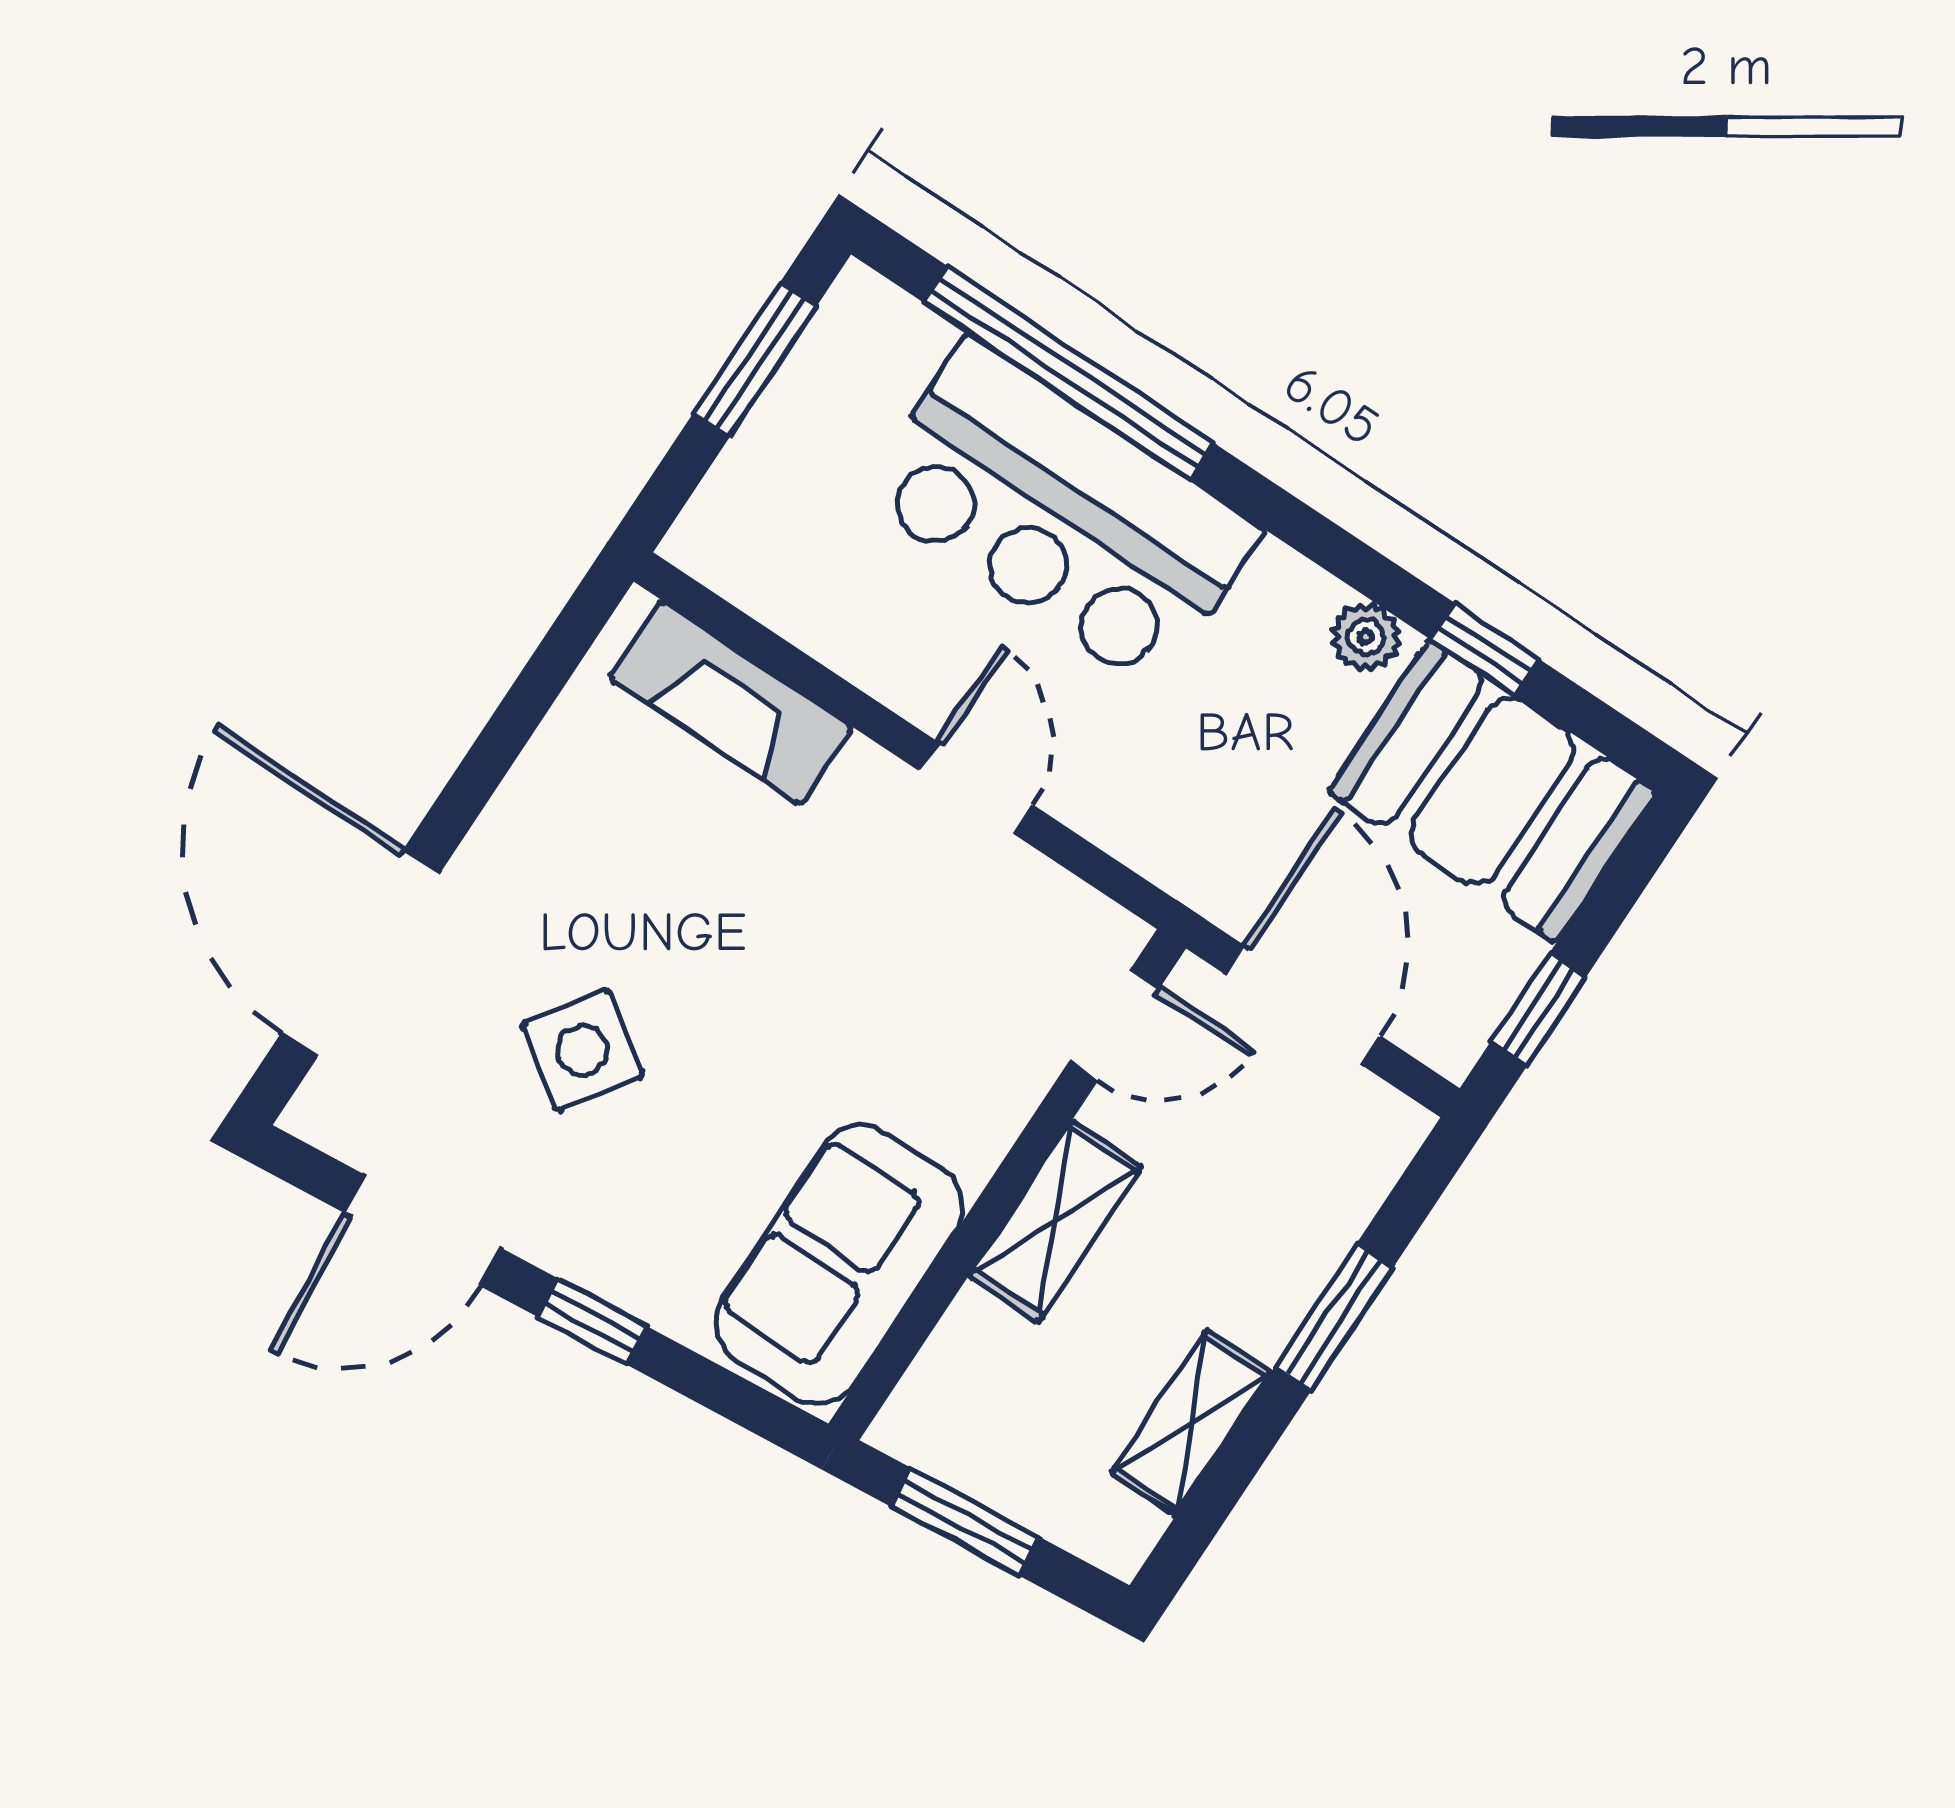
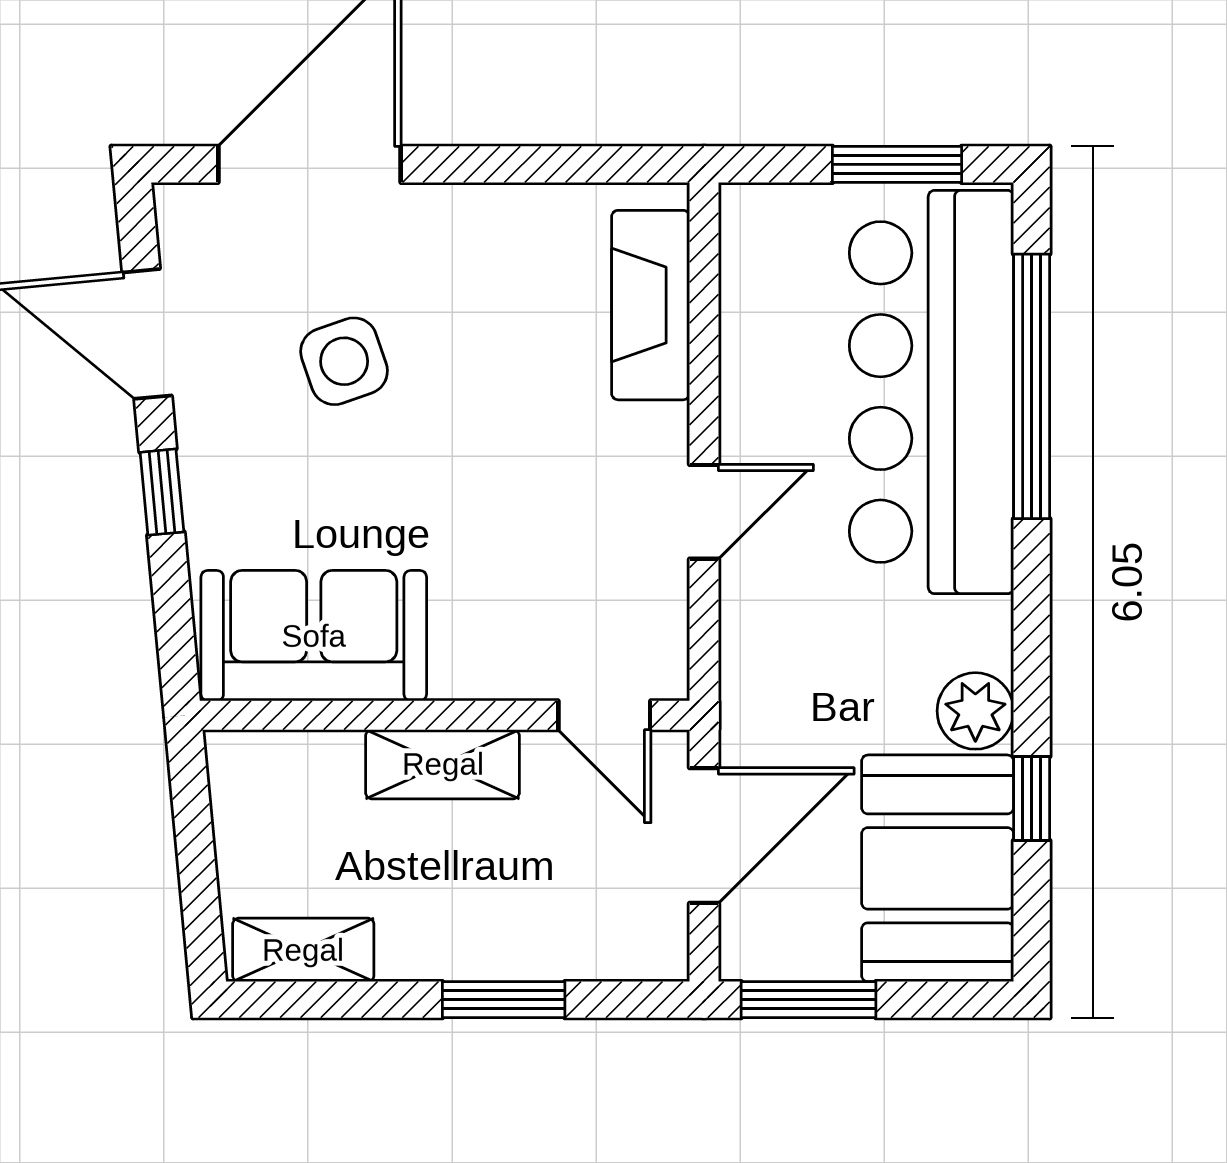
bar counter: (1062, 514) -> (931, 392), width x1.36
plant: (1366, 637) -> (975, 711), width x1.38, depth x1.38
window: (1538, 1009) -> (808, 1000), width x1.50
side table: (582, 1050) -> (344, 361), turned 37
shelving: (1191, 1423) -> (303, 950), moved
window: (965, 1522) -> (195, 840), removed

